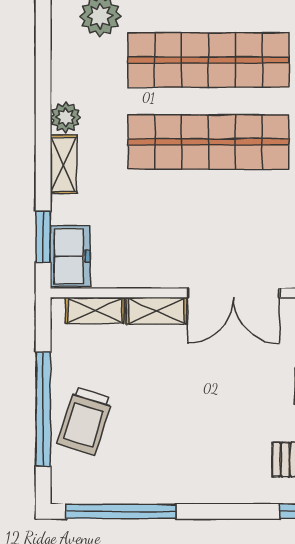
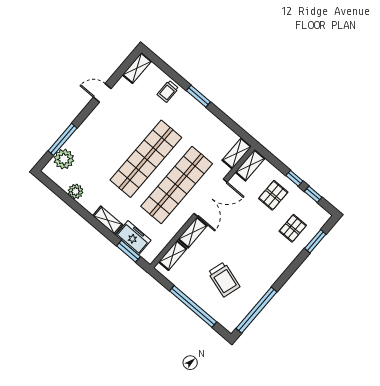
shop shelf: (208, 60) -> (177, 185), moved
plant: (66, 117) -> (76, 191), moved
freezer: (70, 256) -> (133, 238), moved
trolley: (85, 421) -> (224, 279), moved

